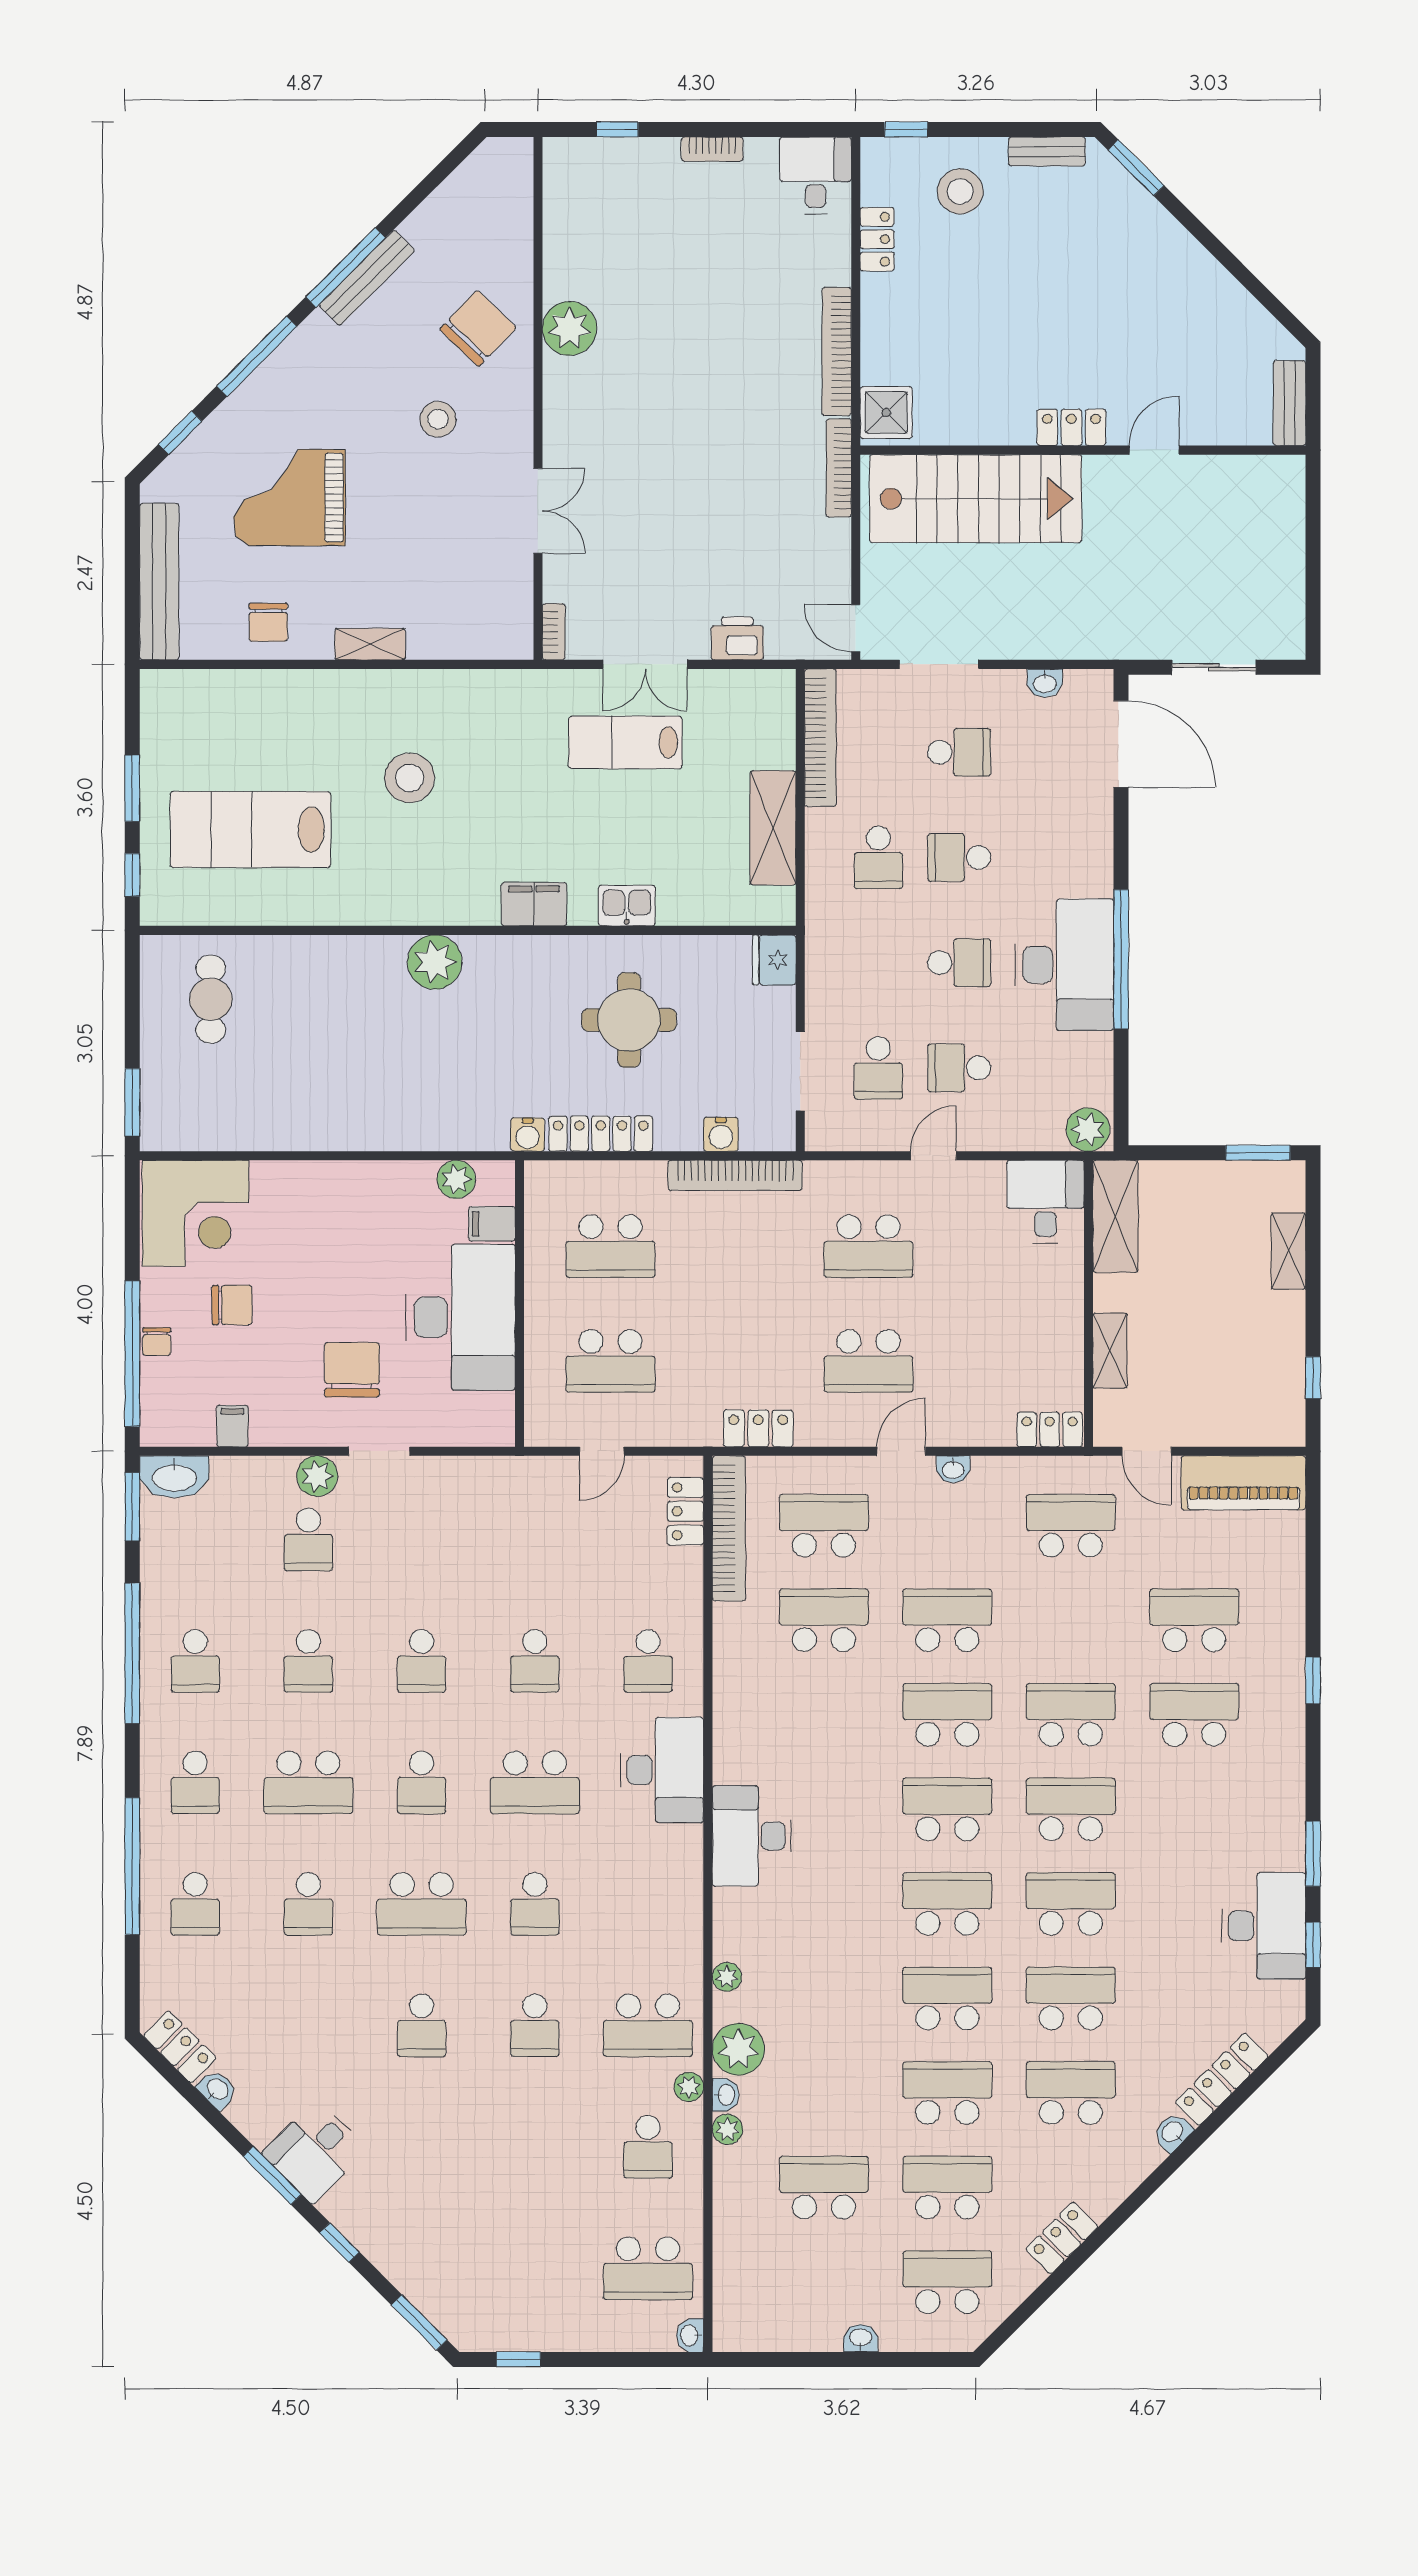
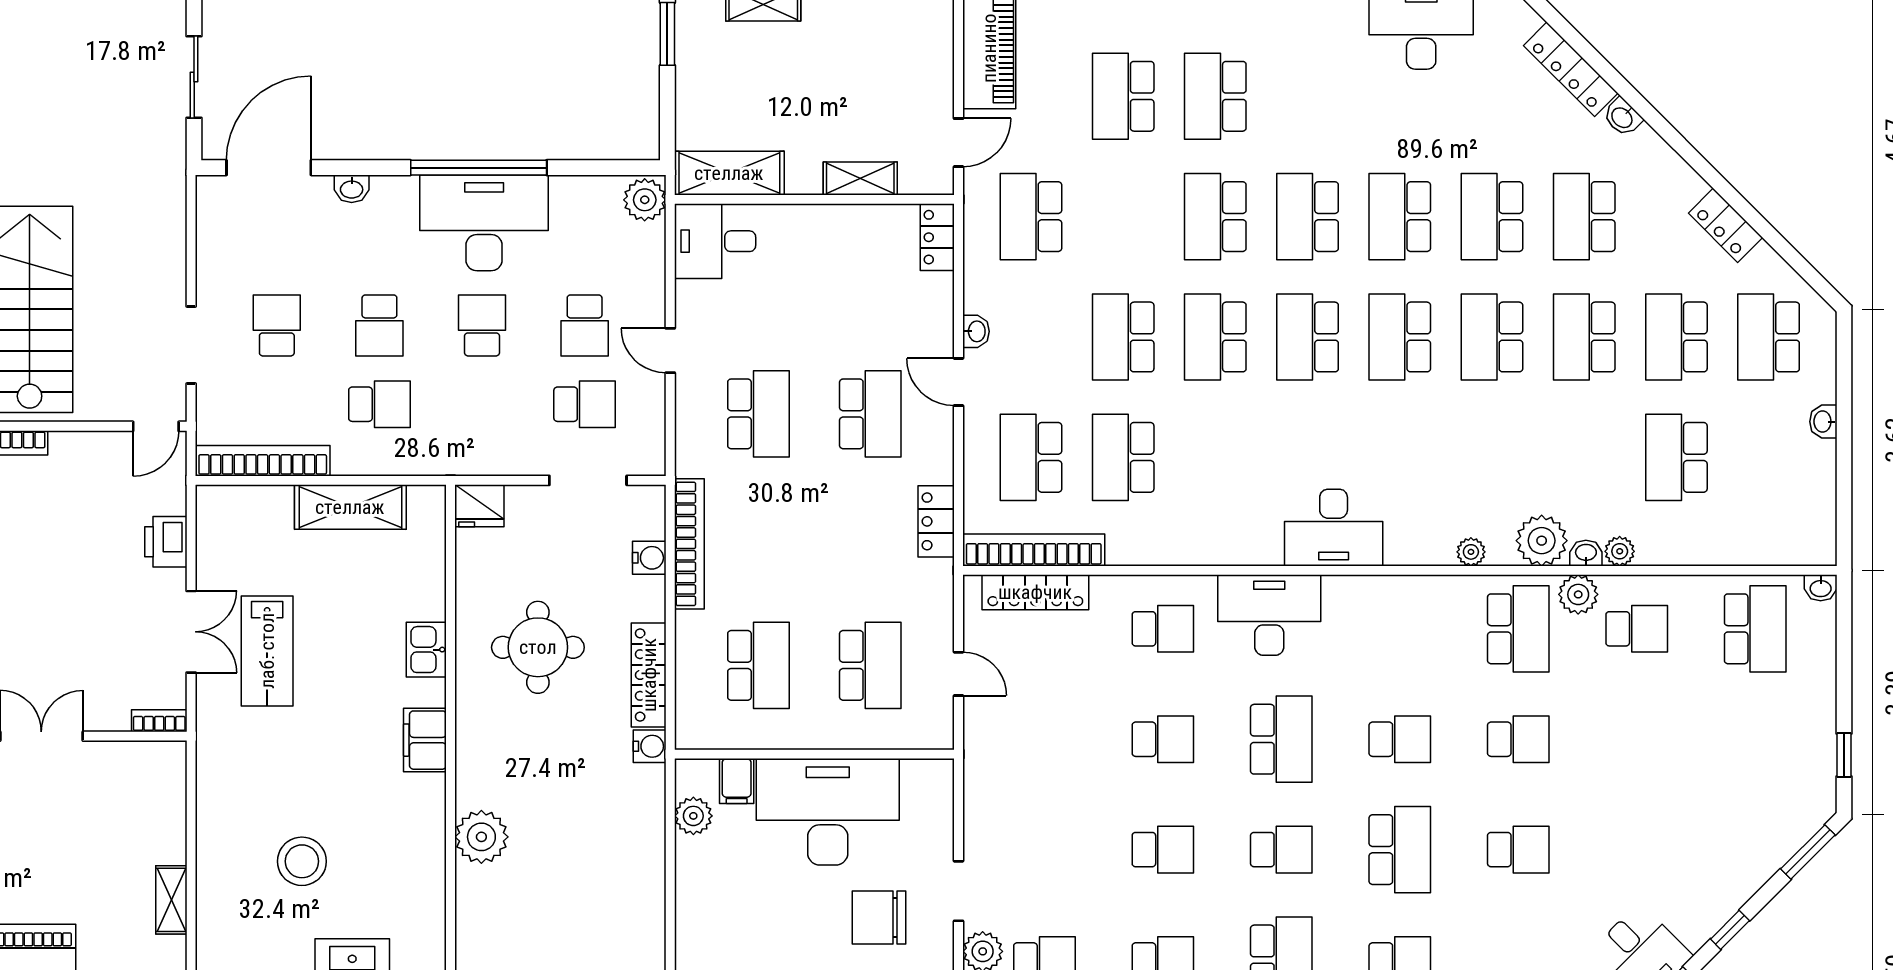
washbasin: (1045, 683) -> (352, 189), moved, turned 90
locker: (685, 1511) -> (1035, 592), width x1.53
plant: (689, 2087) -> (1578, 594), width x1.38, depth x1.38

